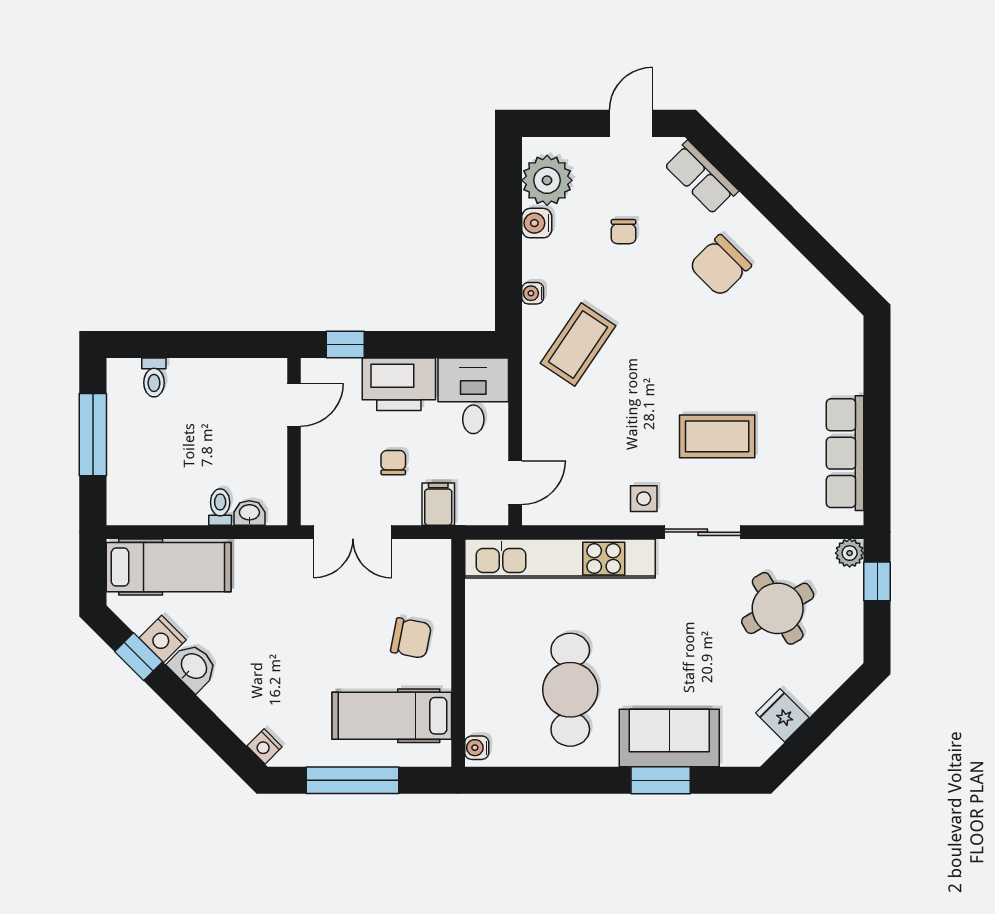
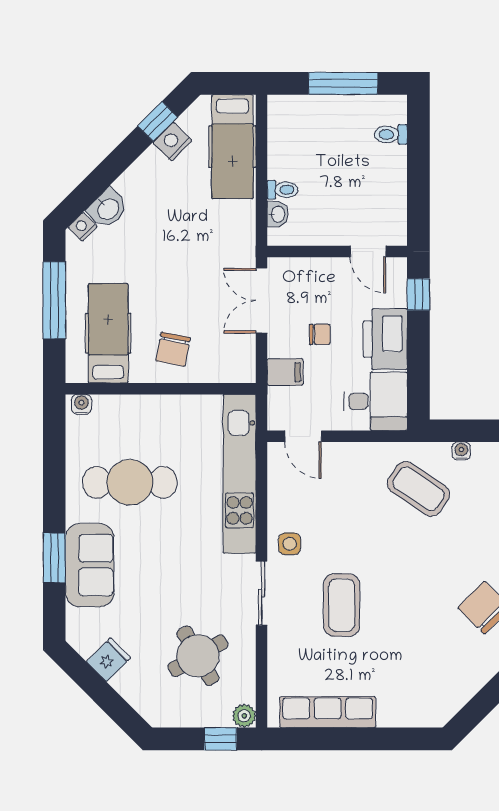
washbasin: (193, 667) -> (108, 209), moved

